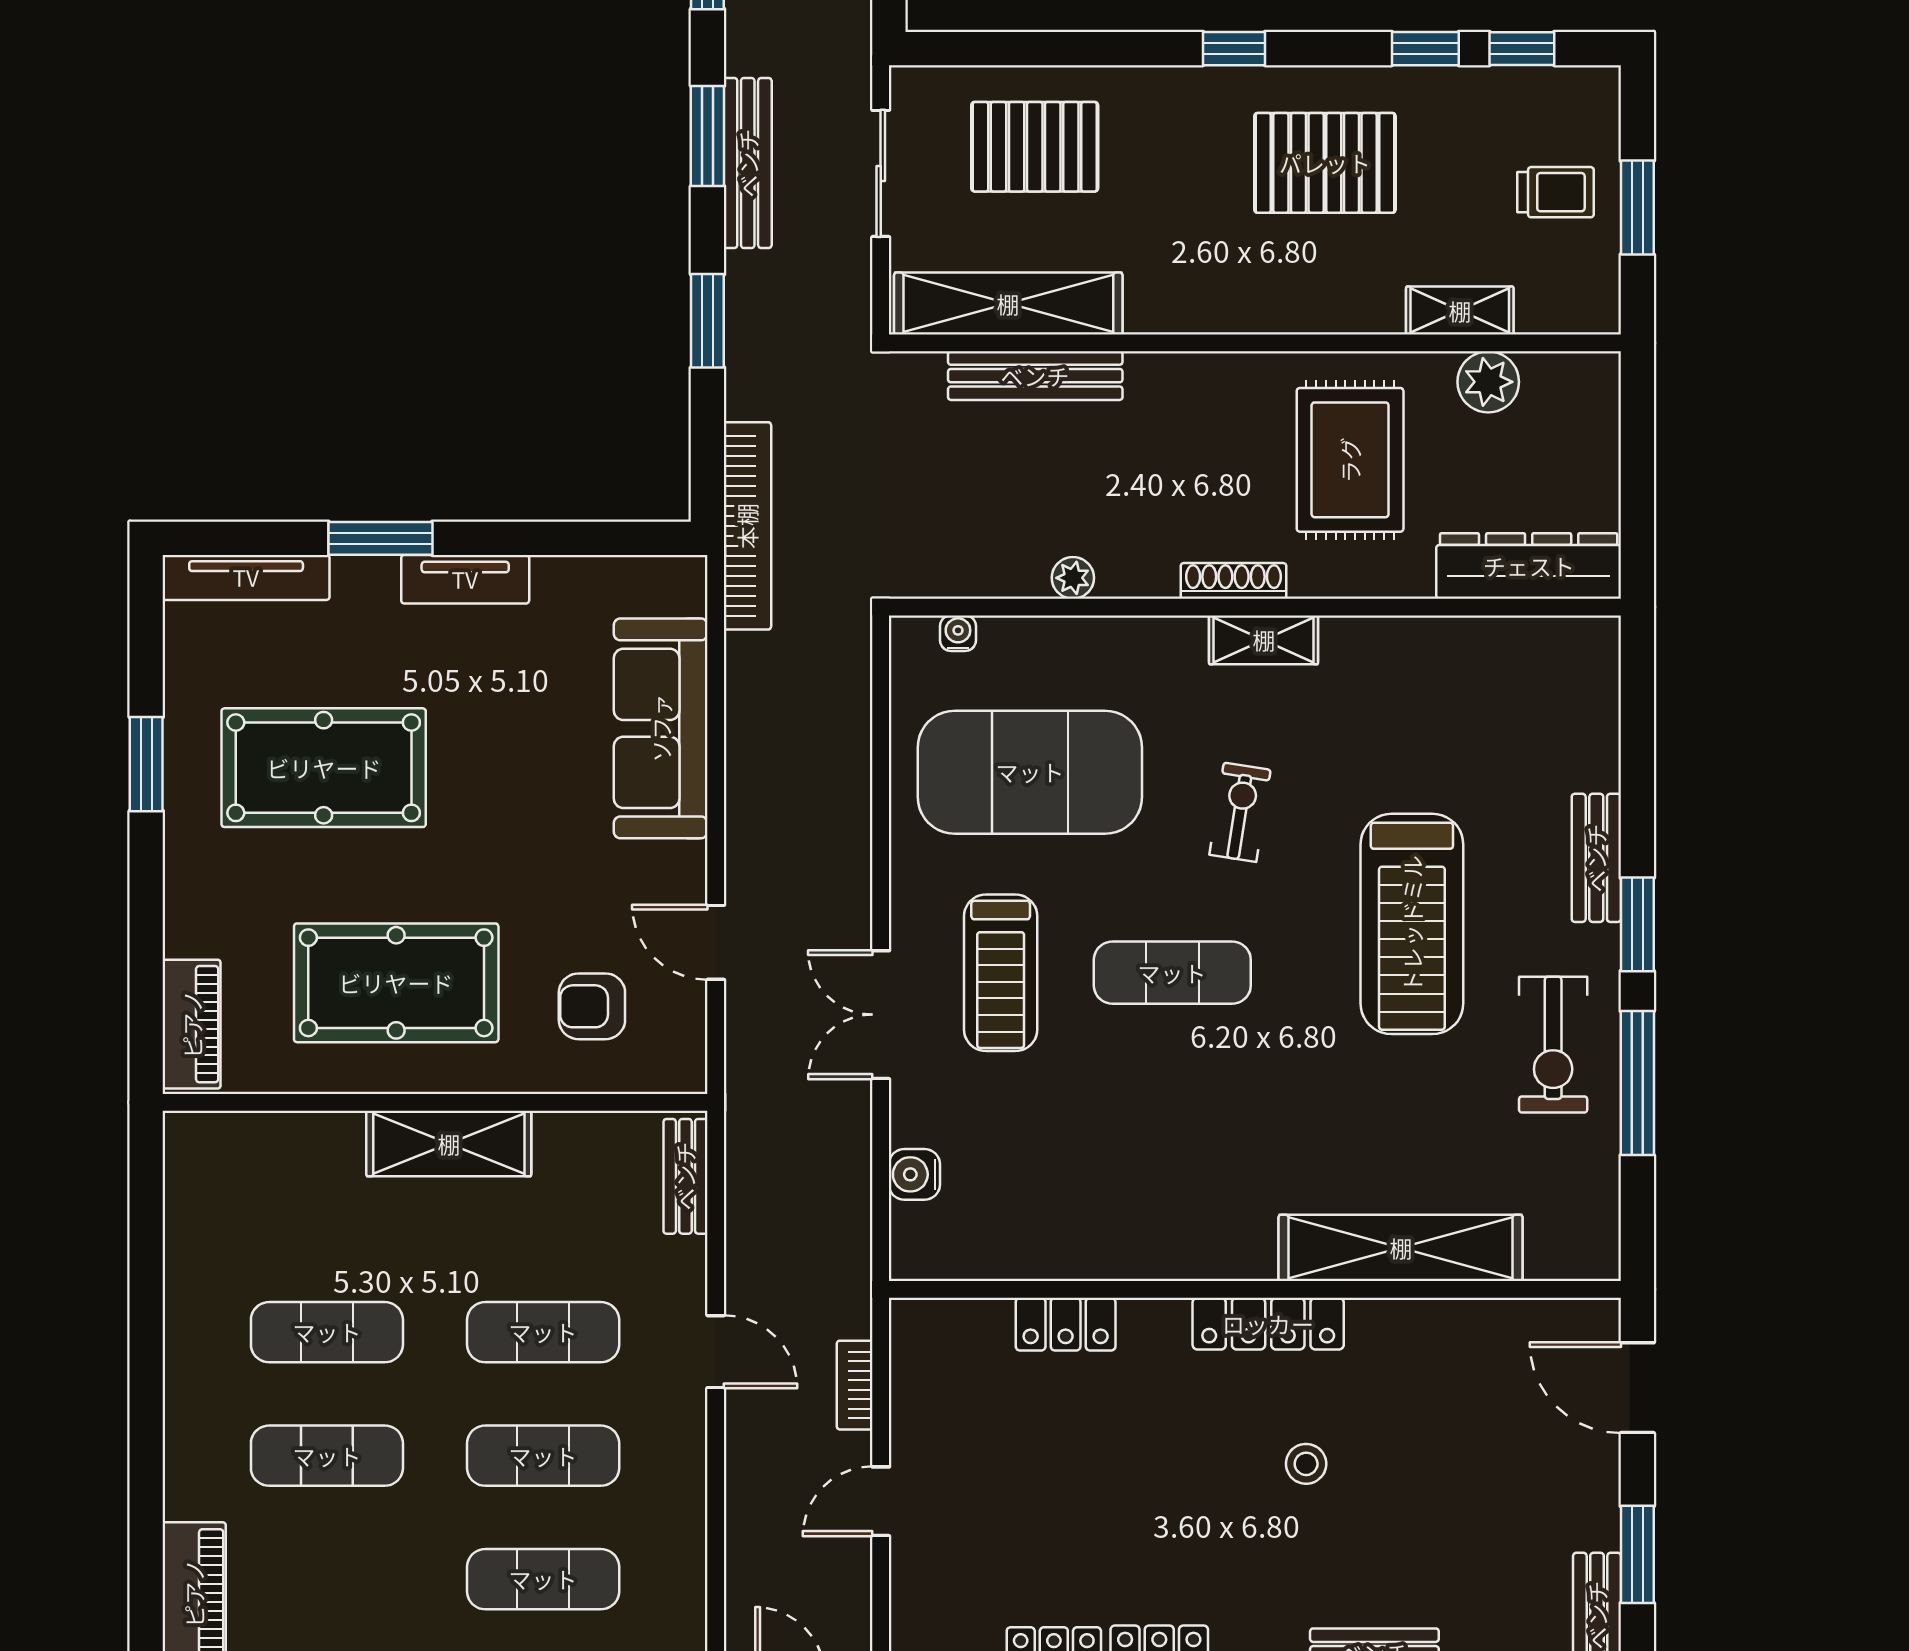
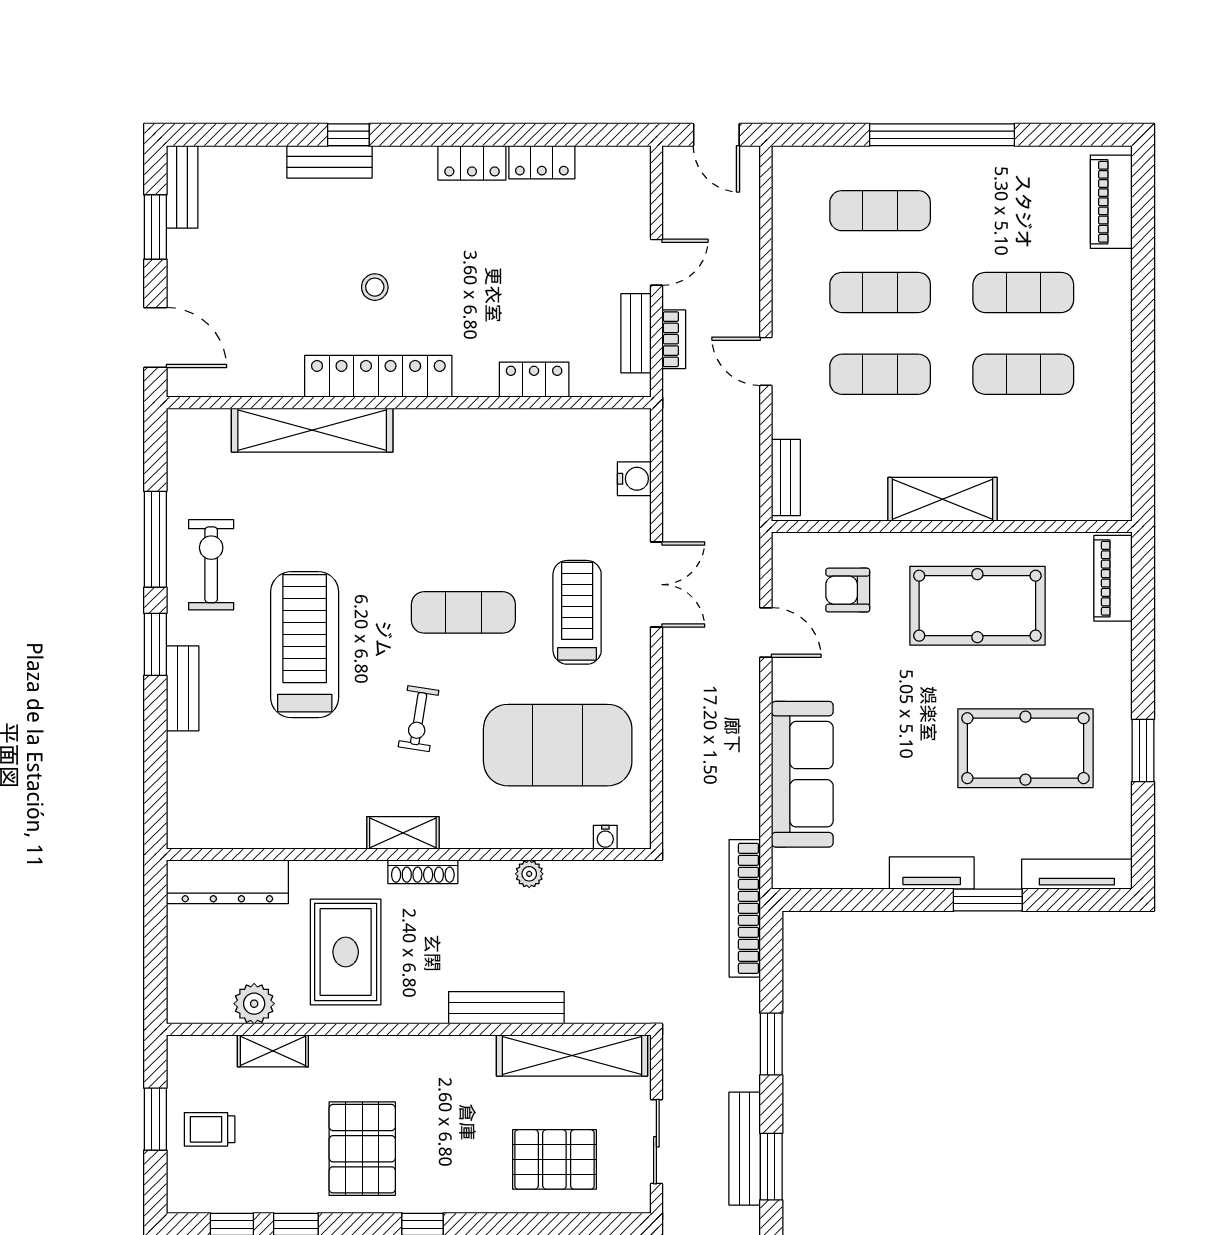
pallet: (1325, 163) -> (362, 1149), turned 90
bench: (1035, 376) -> (506, 1008), moved
armchair: (592, 1006) -> (848, 590), turned 180
locker: (1268, 1324) -> (378, 376), width x1.41, depth x1.21
bench: (912, 1394) -> (636, 333), added

